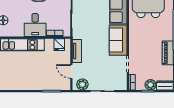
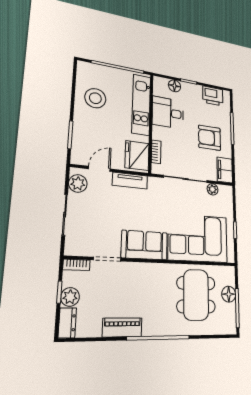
desk: (35, 25) -> (168, 113), moved
fridge: (59, 45) -> (137, 156), width x1.88, depth x1.34
stool: (23, 77) -> (95, 98), added

